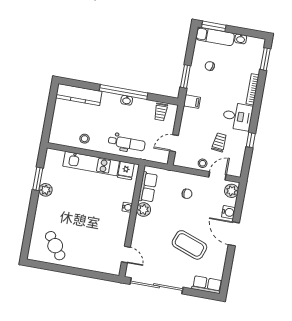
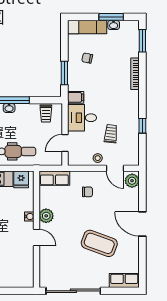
window: (214, 26) -> (111, 17), moved
desk: (238, 116) -> (82, 118), moved, turned 180
door: (217, 176) -> (115, 168), swing flipped
row of seats: (148, 187) -> (54, 178), moved, turned 90
water cooler: (228, 212) -> (133, 203), removed
door: (126, 255) -> (36, 237), moved

